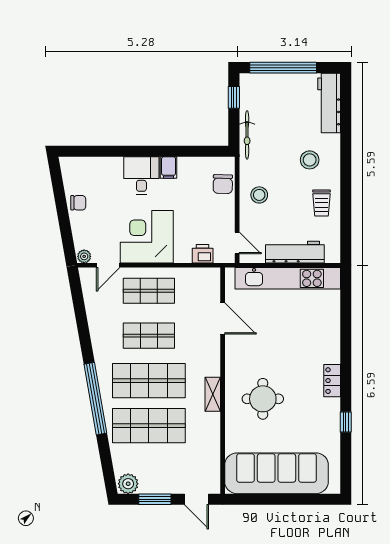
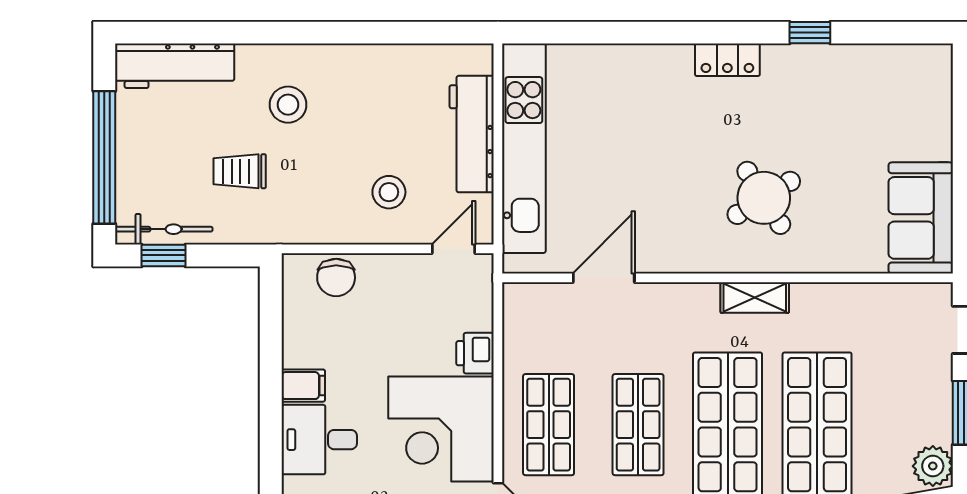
bicycle: (247, 135) -> (164, 229), moved
chair: (223, 184) -> (336, 278), turned 89
stool: (259, 195) -> (389, 192), moved
trolley: (322, 203) -> (240, 171), moved, turned 180
printer: (203, 254) -> (475, 353), moved
round table: (263, 399) -> (764, 198), turned -32
sofa: (276, 473) -> (921, 218), width x0.54, depth x0.79

